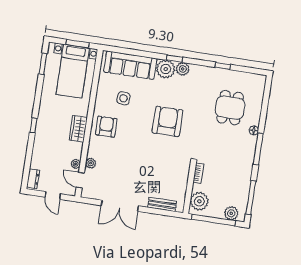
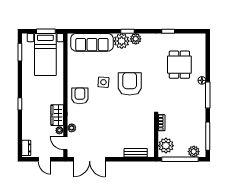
side table: (123, 98) -> (103, 82), moved
wardrobe: (78, 129) -> (57, 115), moved
double door: (120, 206) -> (90, 159), moved

